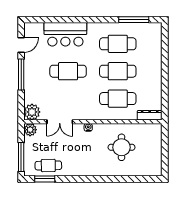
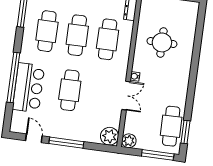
window: (73, 20) -> (13, 77), added
double door: (60, 122) -> (126, 96), moved
cafe table: (48, 165) -> (171, 126), width x1.37, depth x1.35

